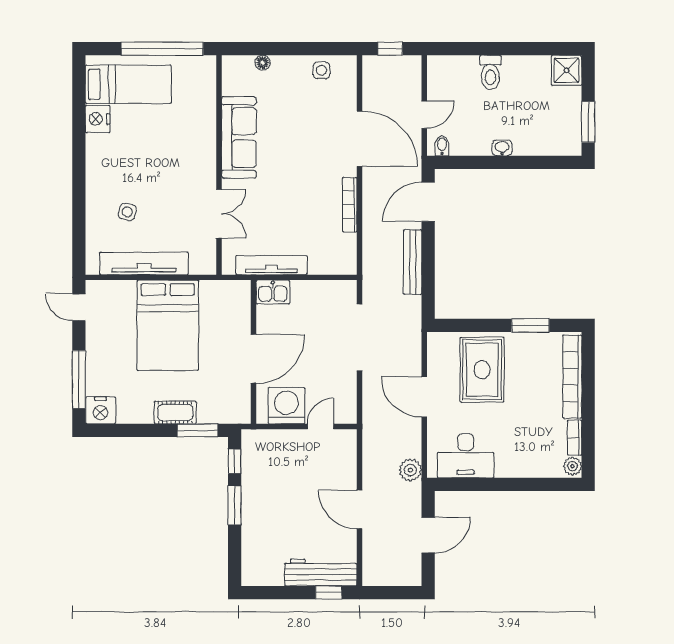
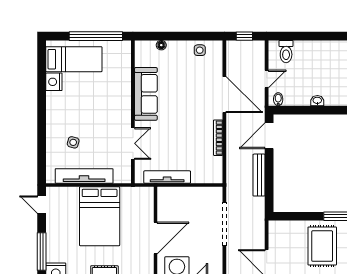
toilet: (490, 73) -> (286, 52), moved
kitchen sink: (273, 292) -> (168, 195), removed
rug: (482, 370) -> (322, 246), moved

